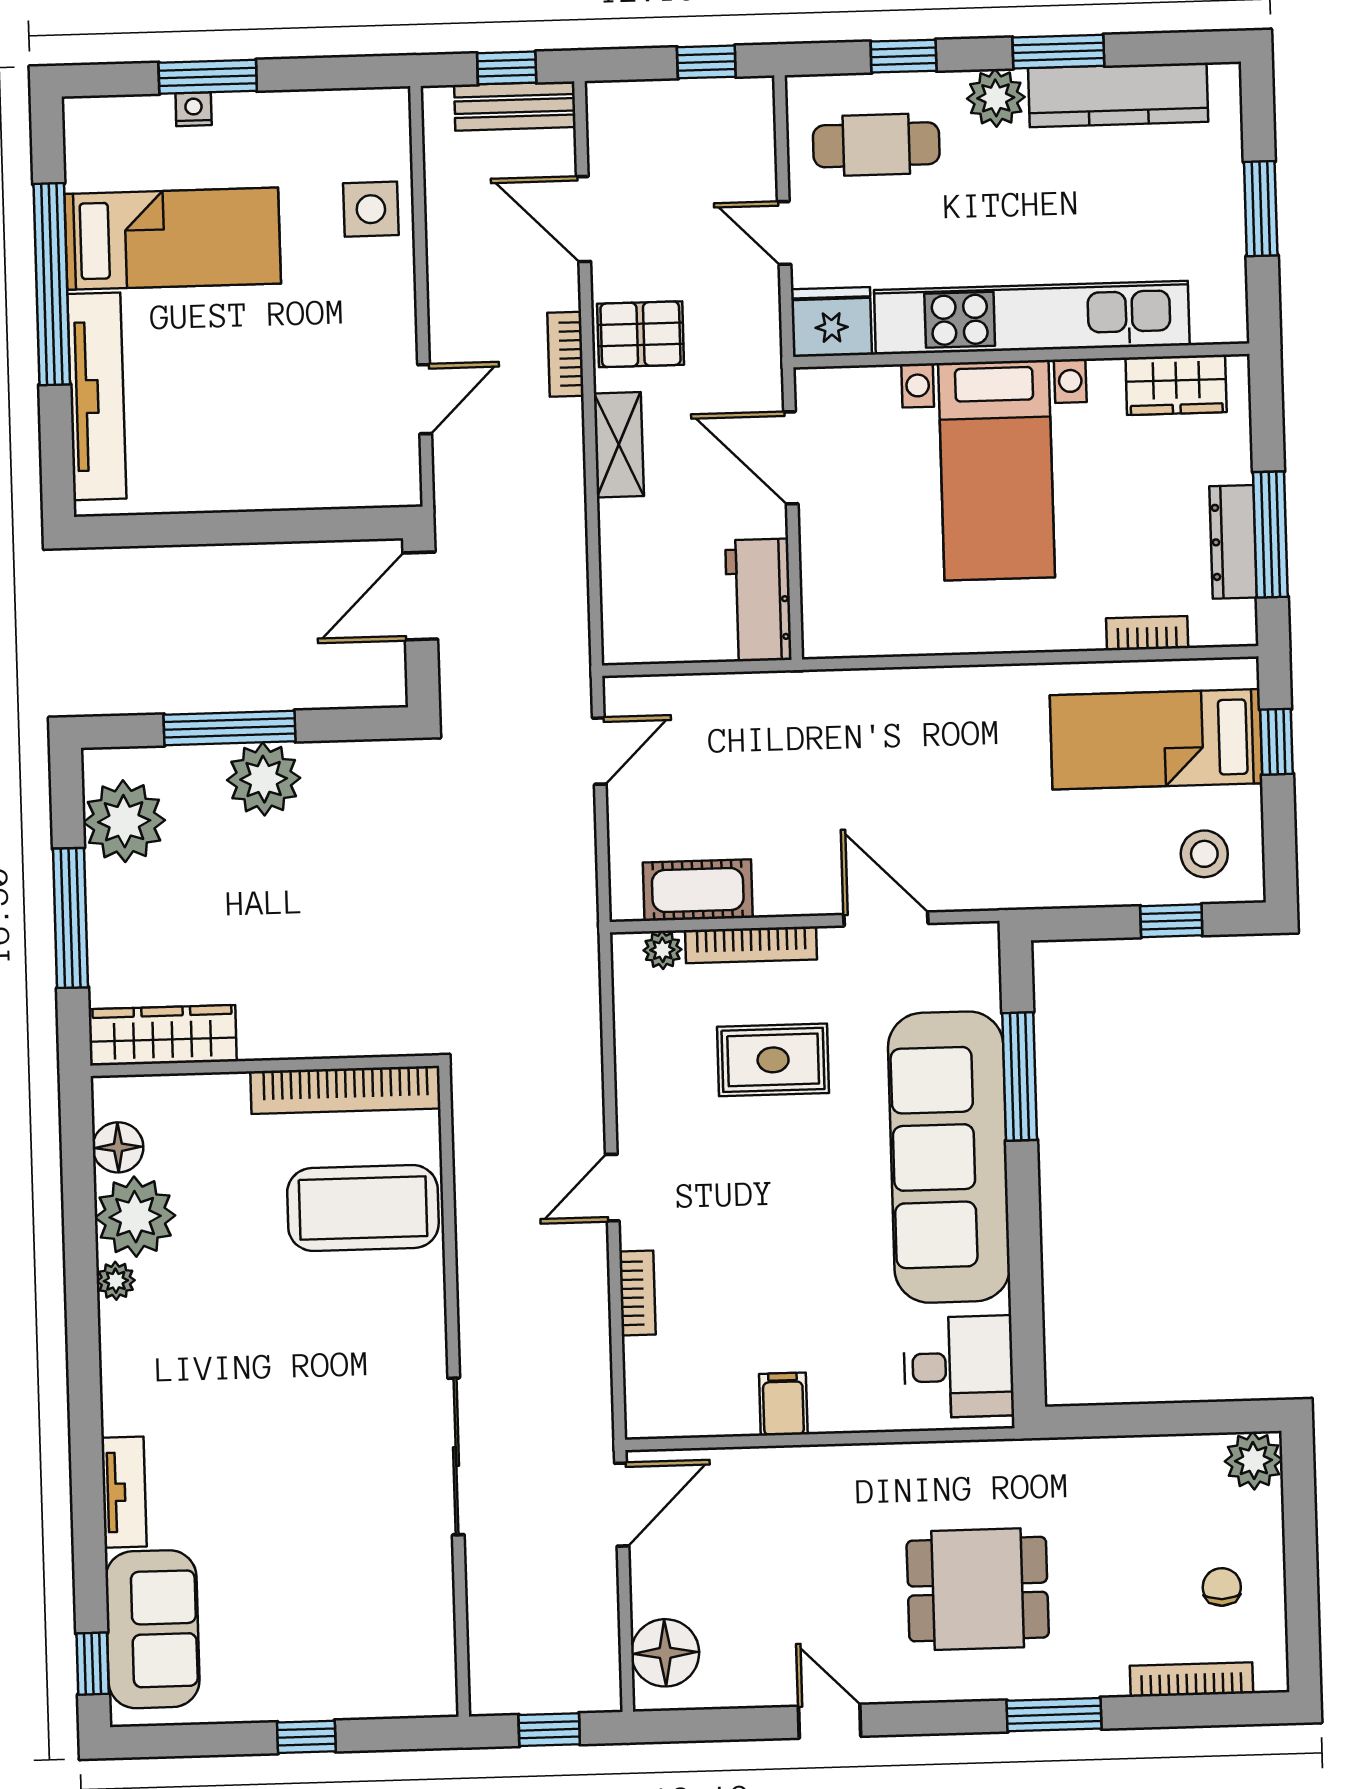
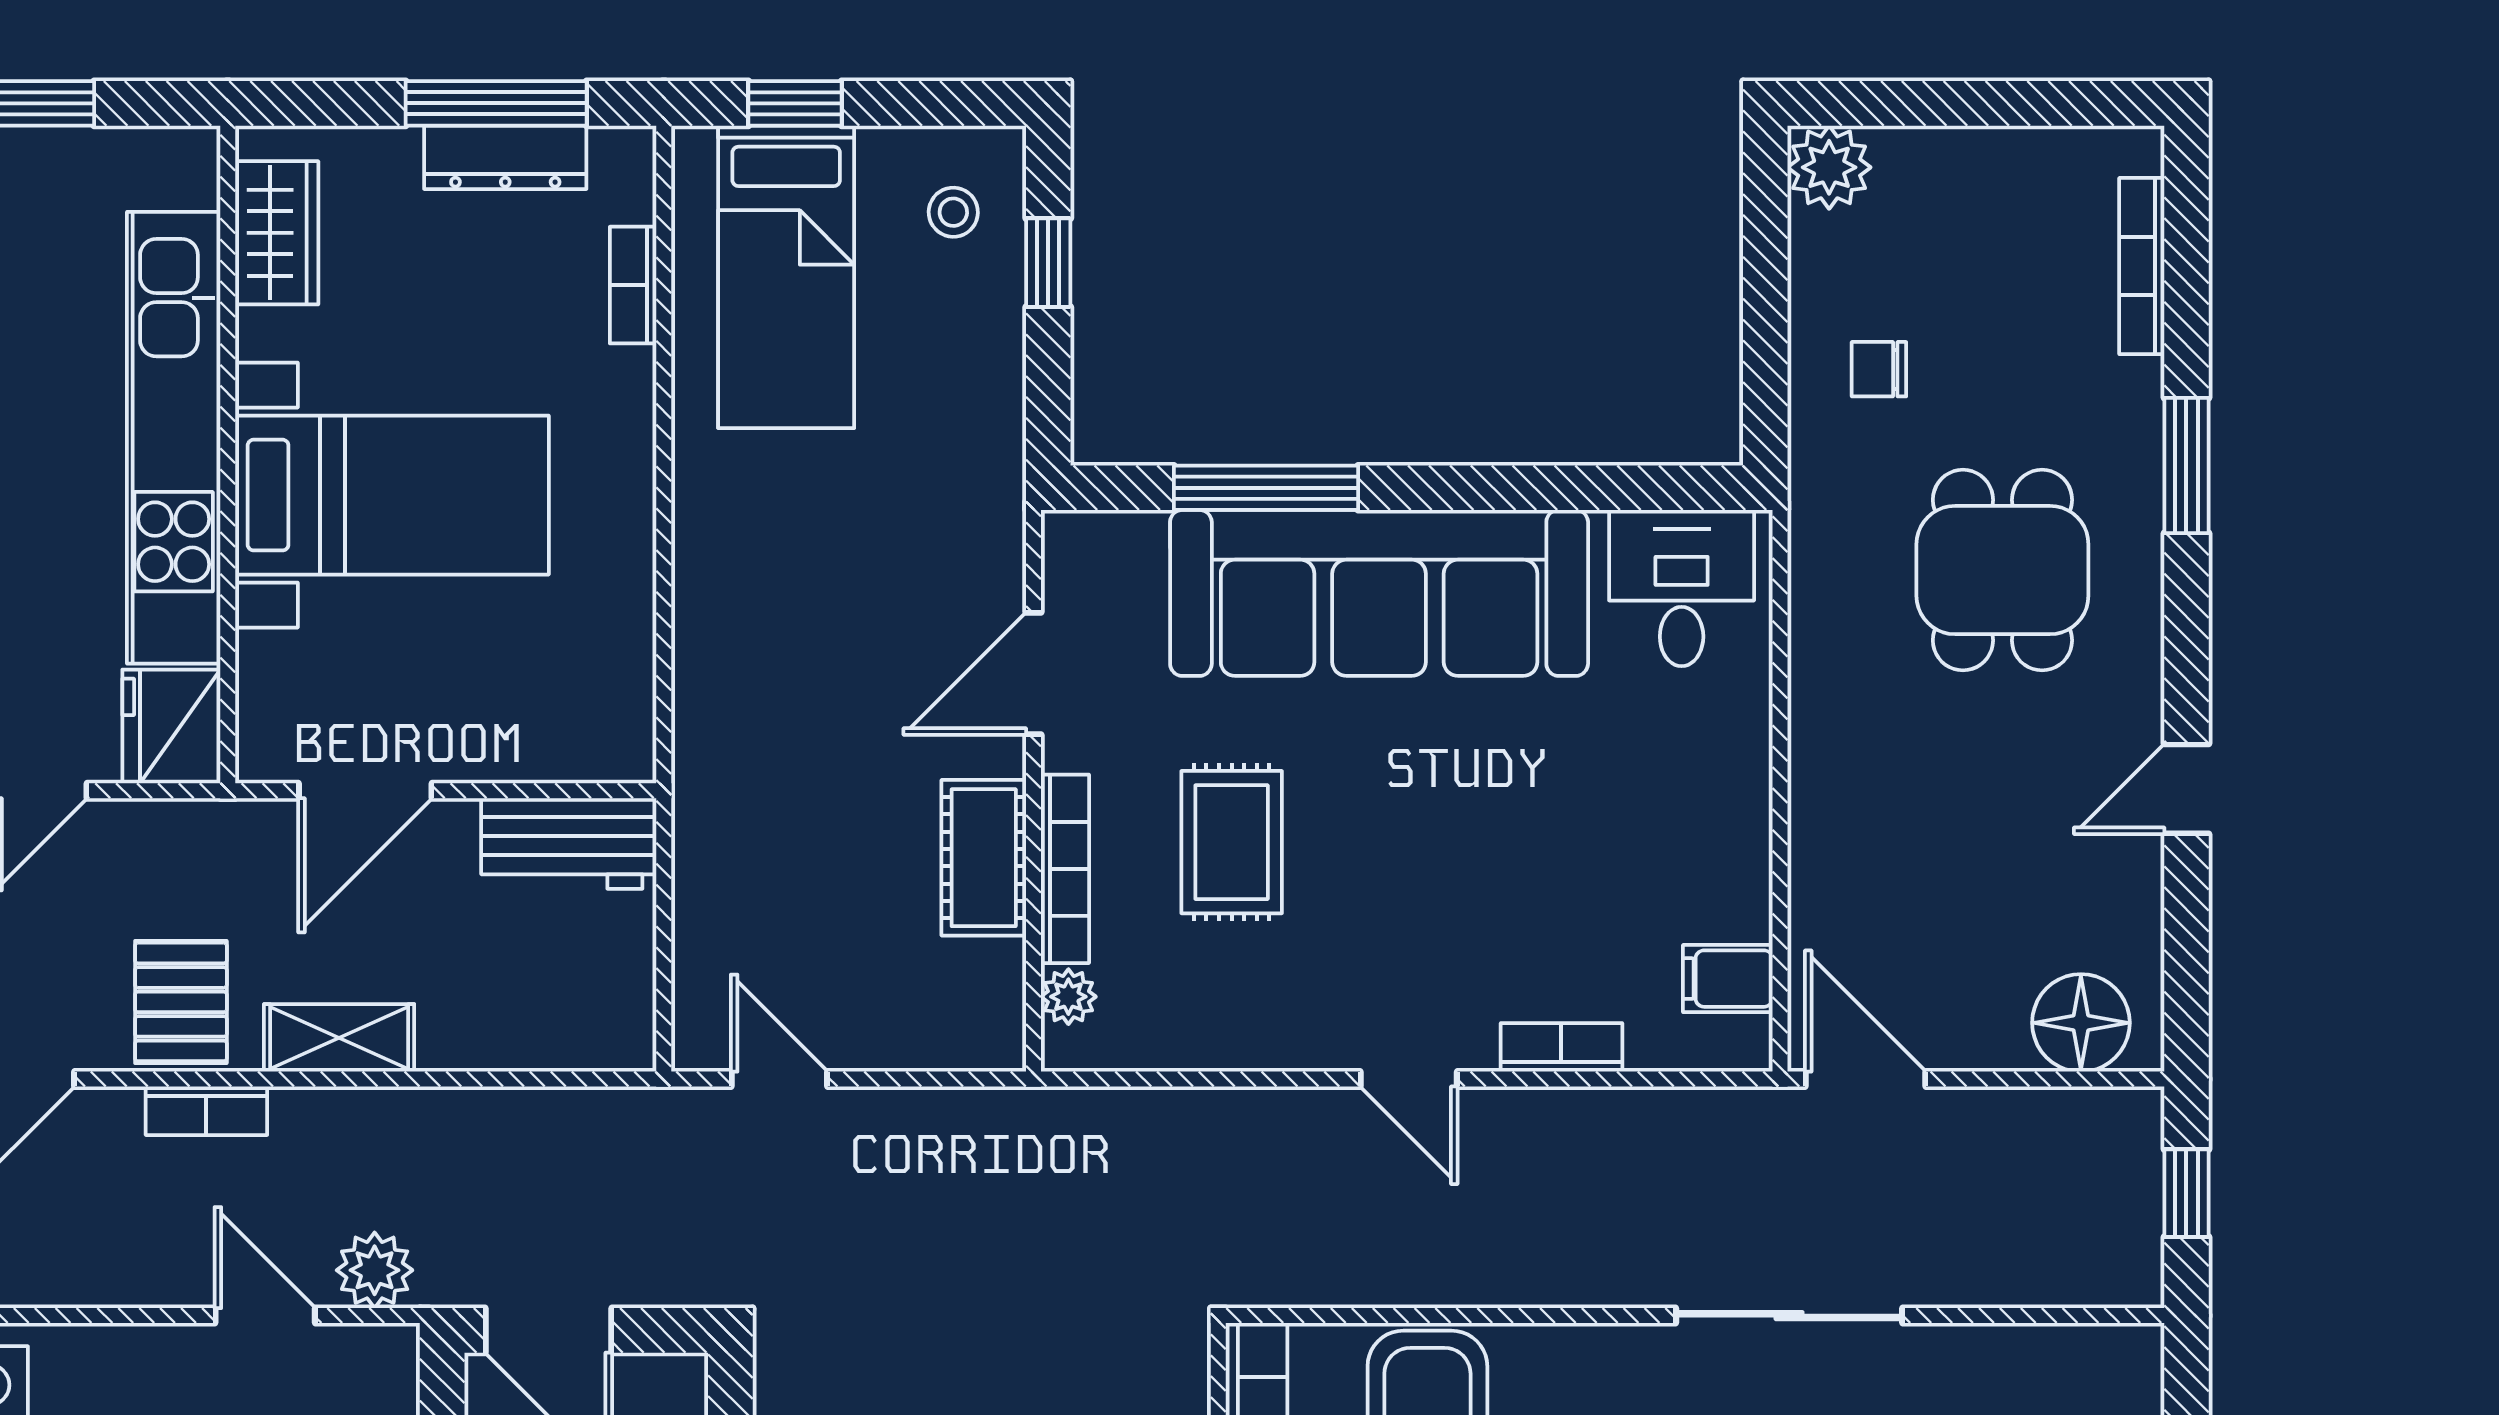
plant: (458, 474) -> (375, 1270), added
stool: (1204, 854) -> (953, 212), width x0.73, depth x0.73
cot: (698, 890) -> (984, 858), moved
filing cabinet: (783, 1404) -> (1728, 979), moved
chair: (1222, 1587) -> (1879, 369), moved

